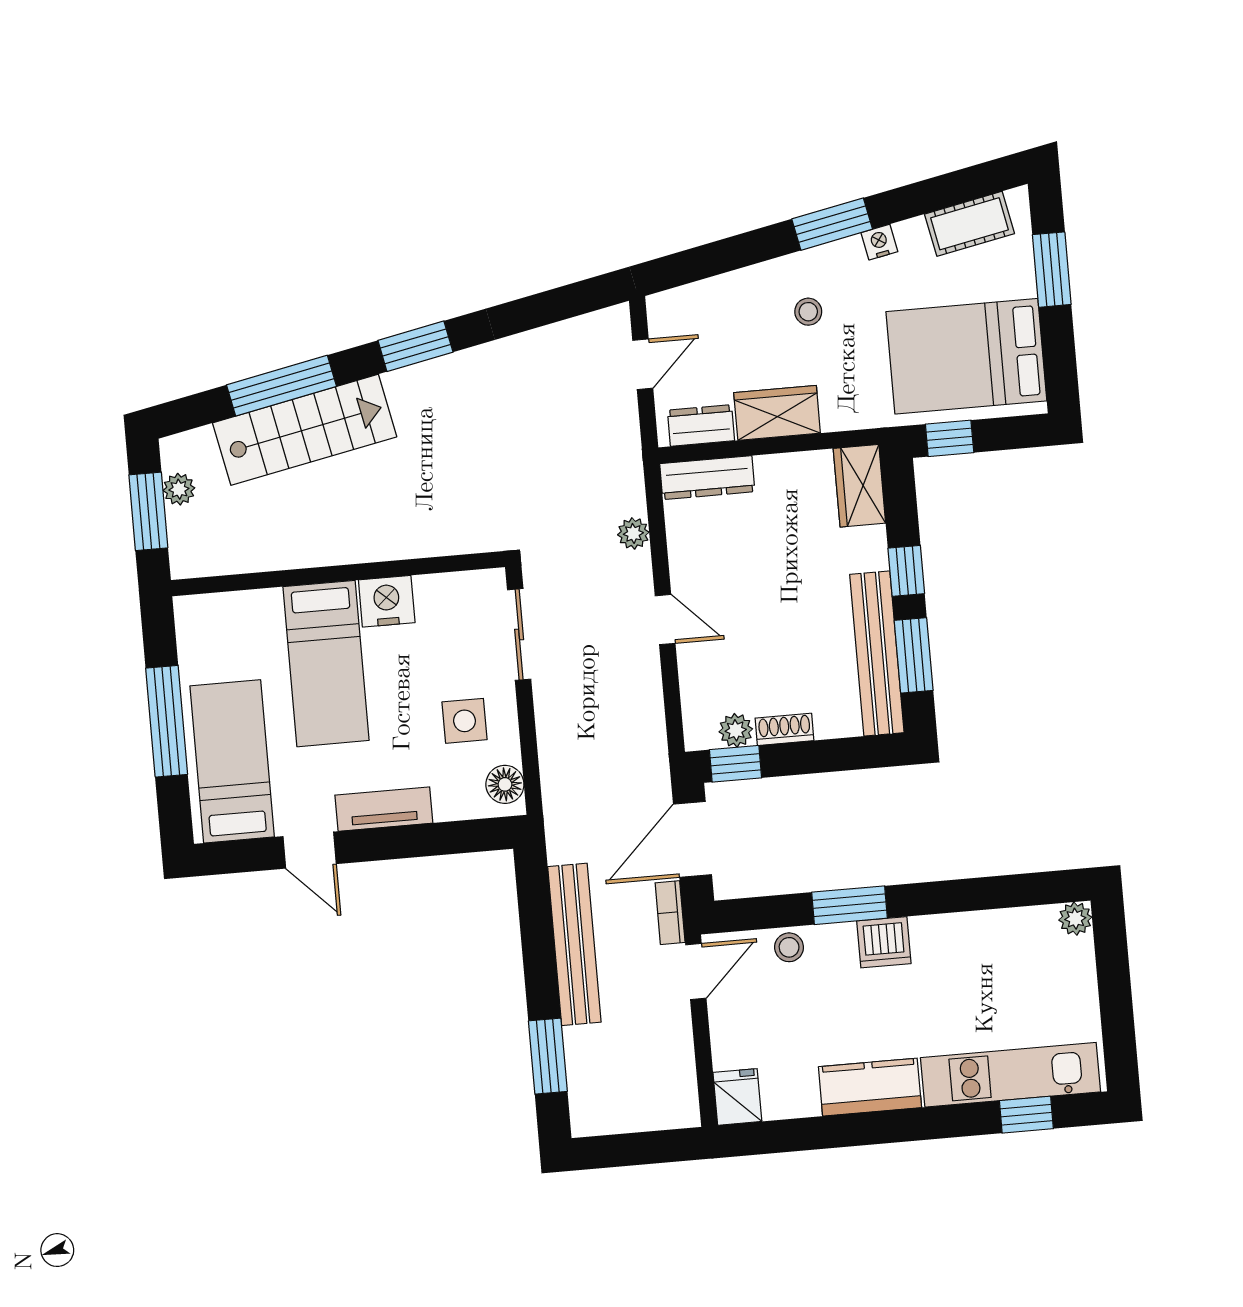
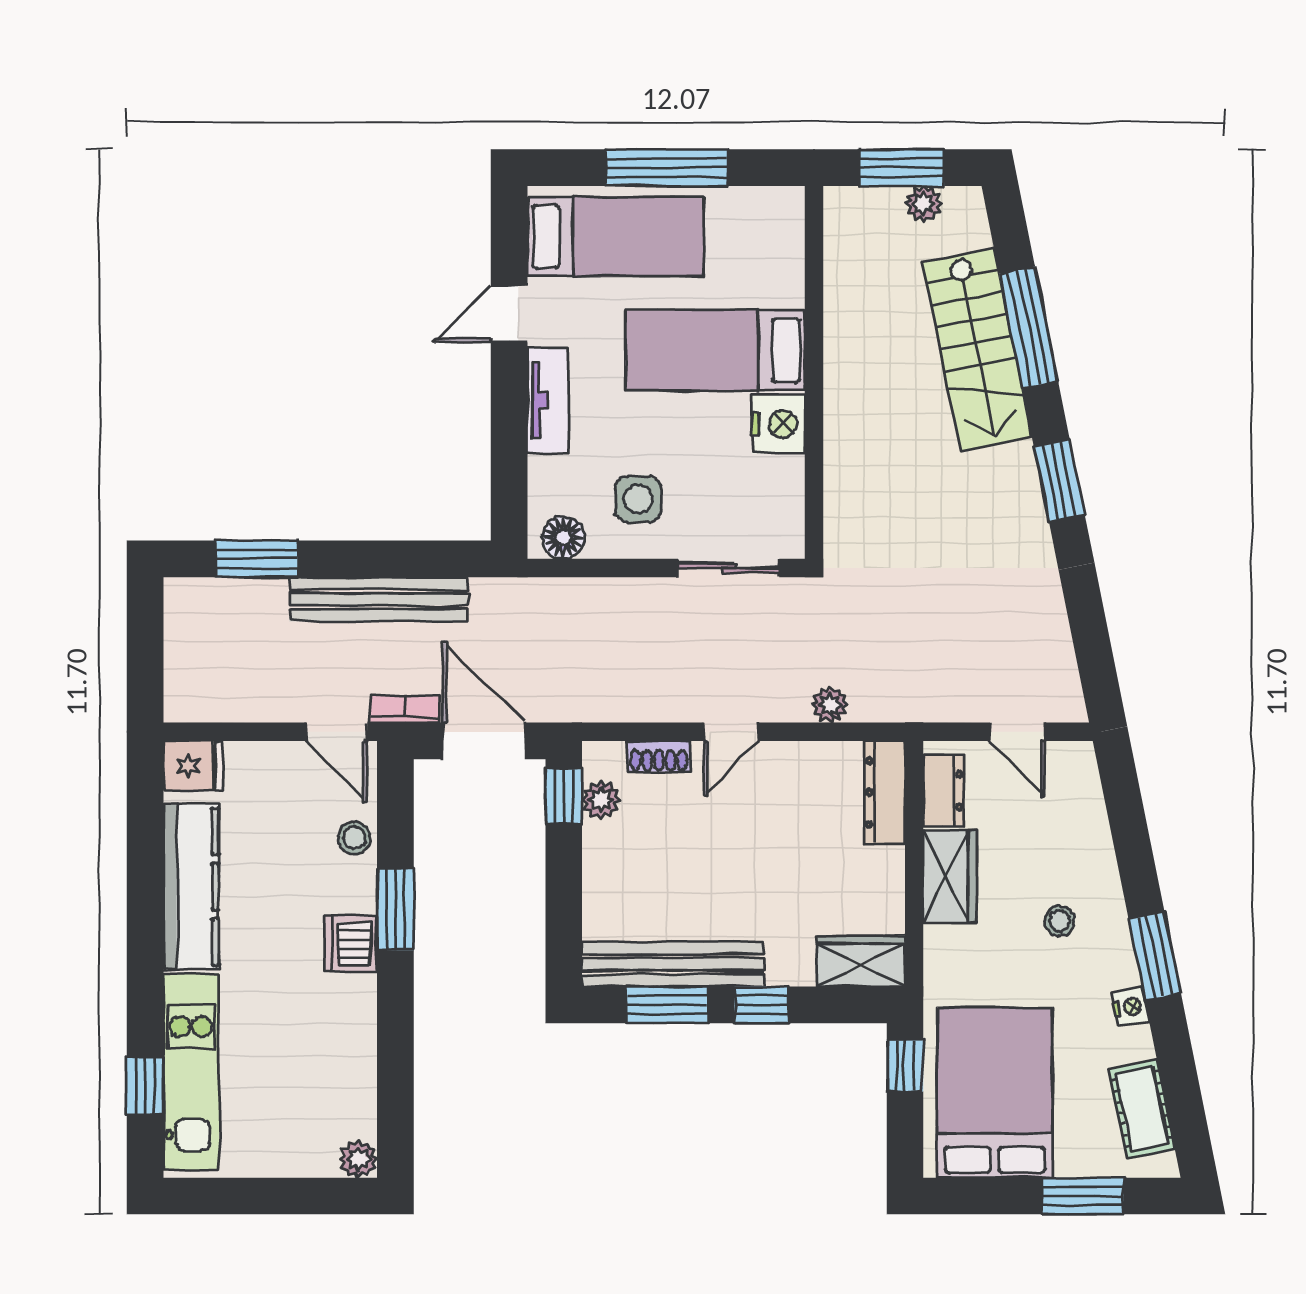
shoe rack: (785, 729) -> (659, 756), moved, turned 90
kitchen counter: (870, 1087) -> (191, 887), width x1.50

